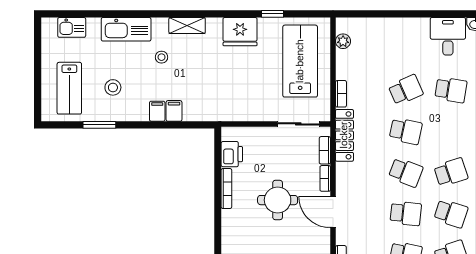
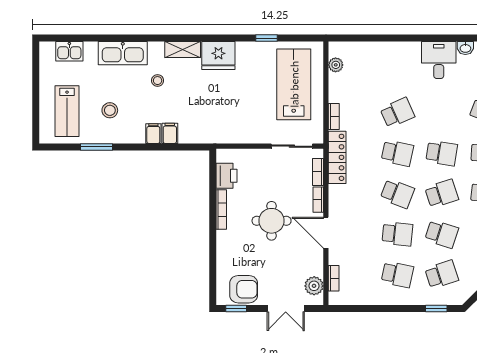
fridge: (240, 32) -> (218, 56), moved
school desk: (451, 90) -> (442, 153), moved

